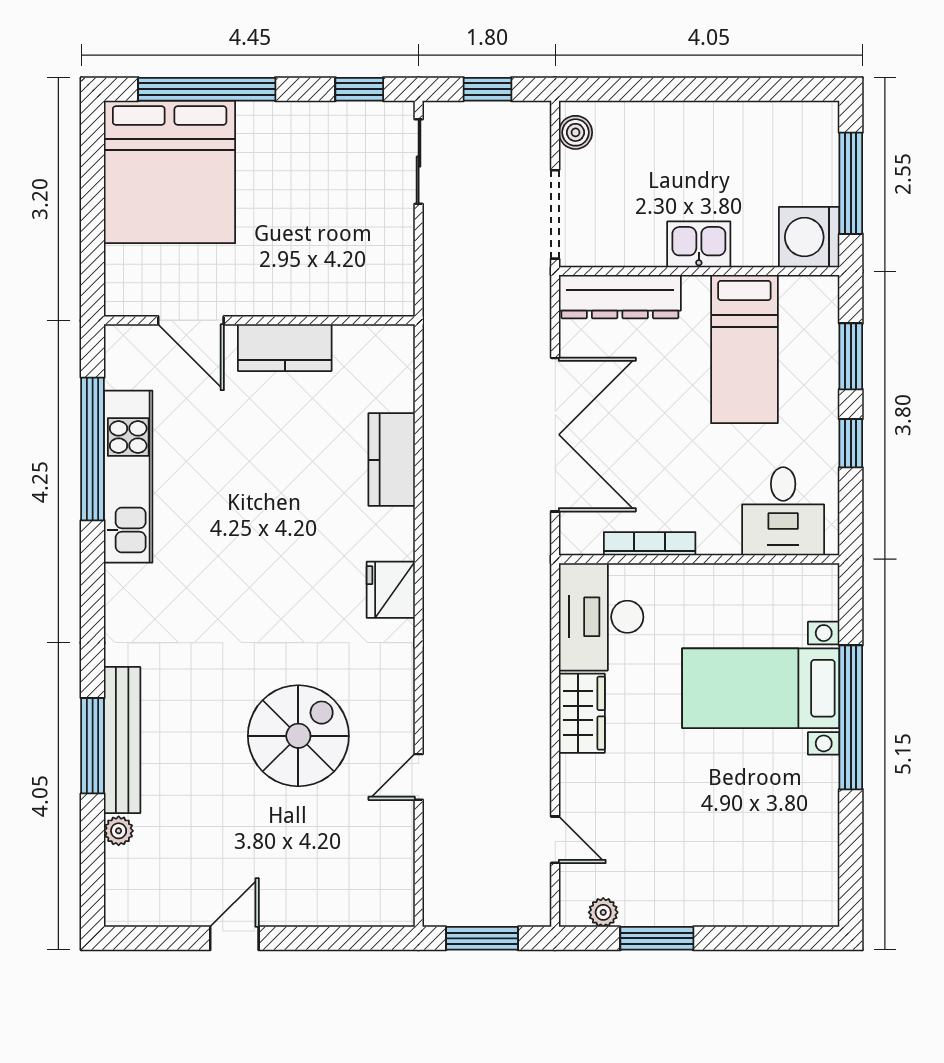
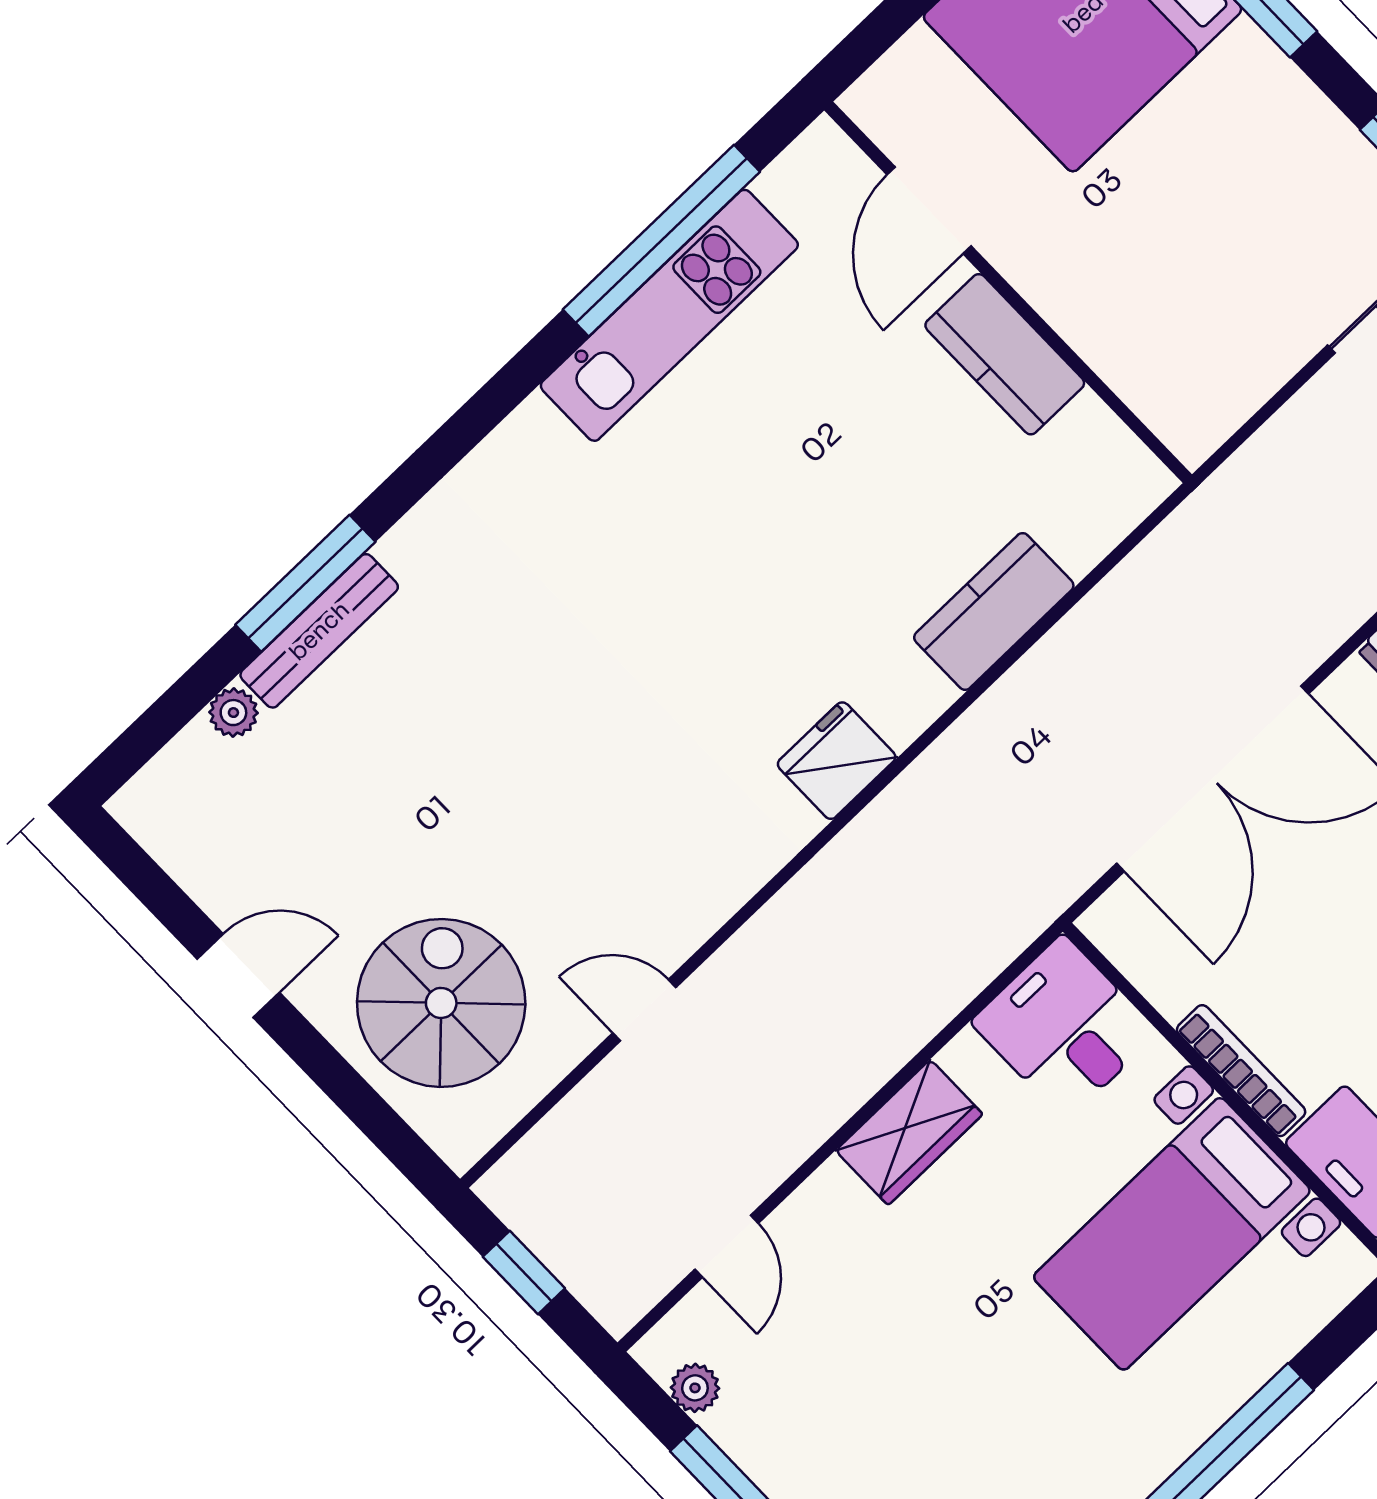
bookcase: (650, 544) -> (1241, 1071), moved
desk: (601, 617) -> (1064, 1027), width x0.73
bed with nightstands: (761, 688) -> (1172, 1234), moved, turned -90
spiral stairs: (298, 736) -> (441, 1003), moved, turned -90
bench: (122, 740) -> (319, 631), width x0.73, depth x0.82
window: (482, 938) -> (524, 1273), width x0.67

